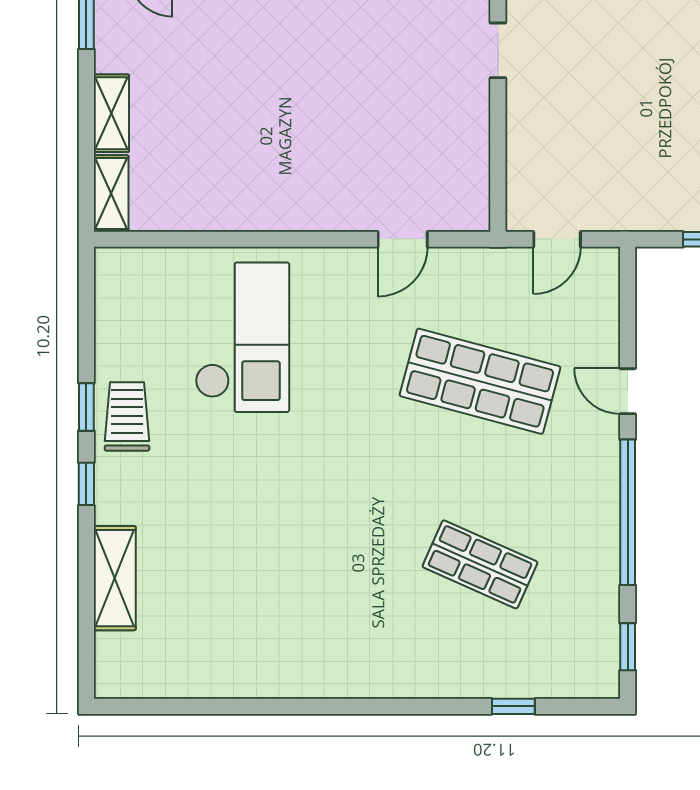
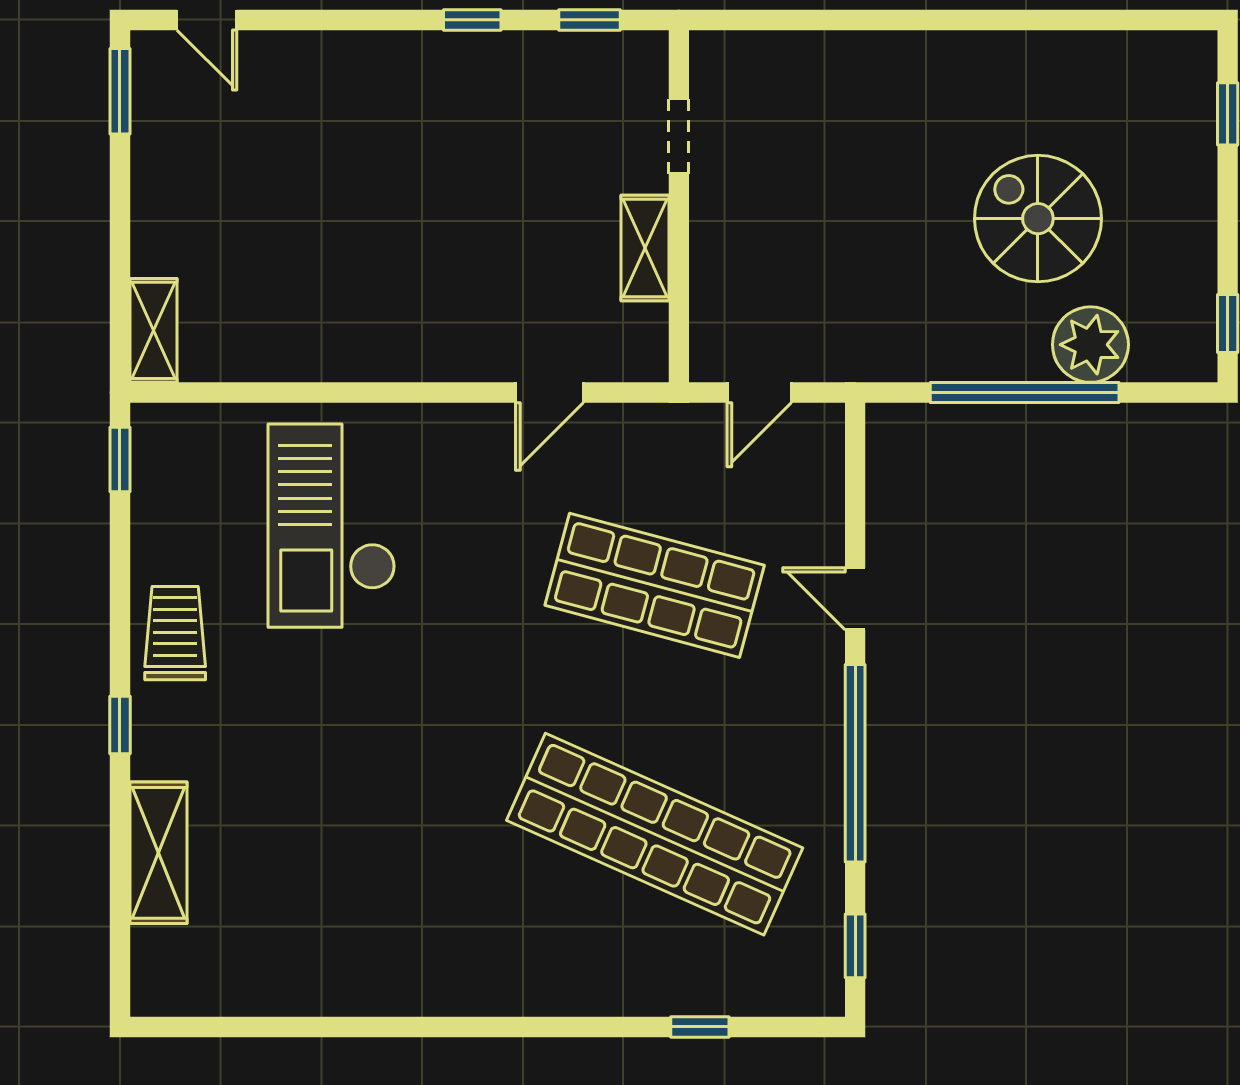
shelving: (111, 113) -> (645, 248), moved
checkout: (242, 337) -> (332, 526), turned 180
window: (86, 407) -> (120, 459), moved
shop shelf: (480, 564) -> (655, 834), width x2.00, depth x1.36

